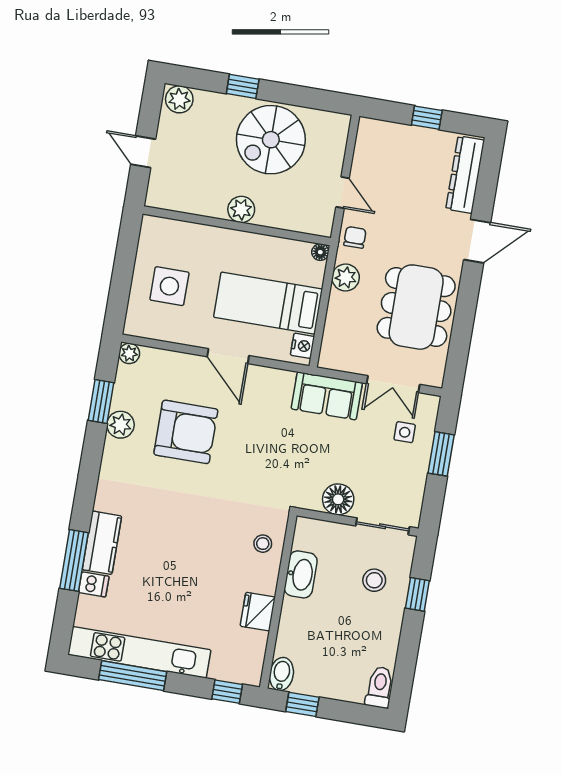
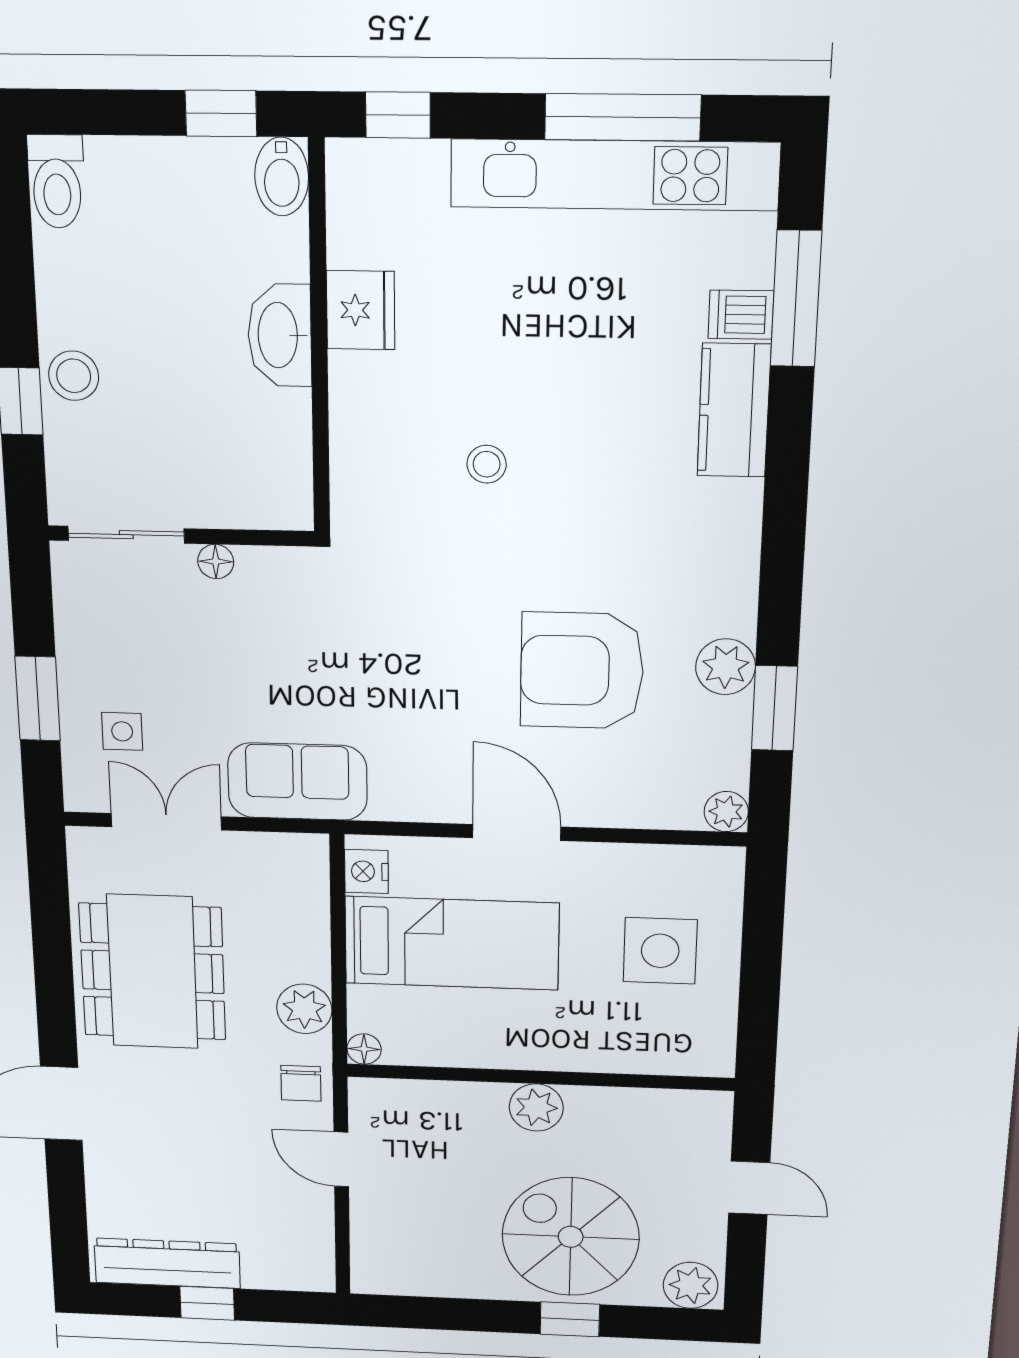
spiral stairs: (271, 140) -> (571, 1237), moved, turned -90
dresser: (465, 175) -> (167, 1263), moved, turned -90
floor lamp: (338, 499) -> (216, 562), width x0.53, depth x0.53
stool: (263, 544) -> (487, 464), moved
window: (74, 560) -> (796, 299), moved
washbasin: (301, 574) -> (280, 335), moved
stool: (374, 580) -> (74, 376), moved

